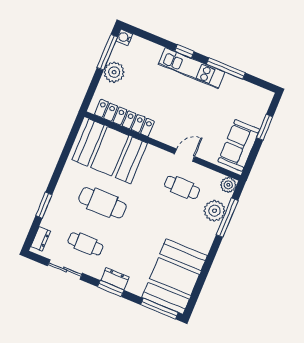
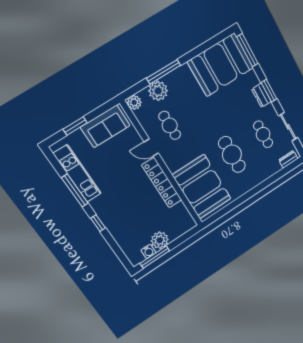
water cooler: (124, 37) -> (148, 251), moved
kitchen unit: (192, 68) -> (77, 174), moved
locker: (124, 118) -> (162, 183), moved
window: (44, 205) -> (270, 180), removed
window: (227, 218) -> (164, 72), moved

